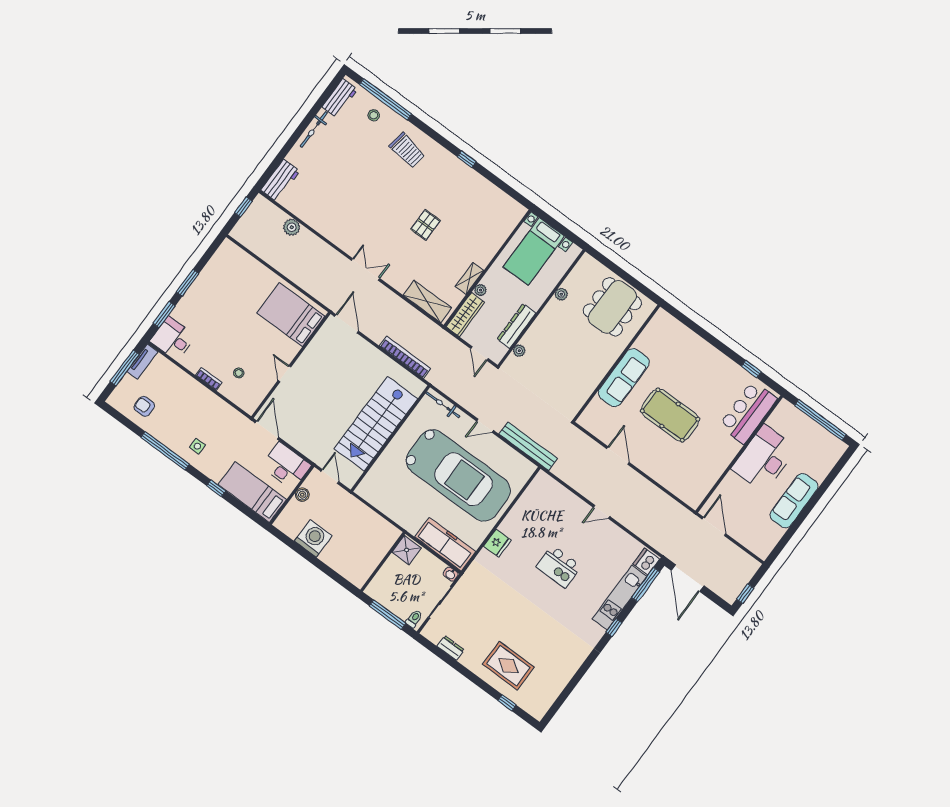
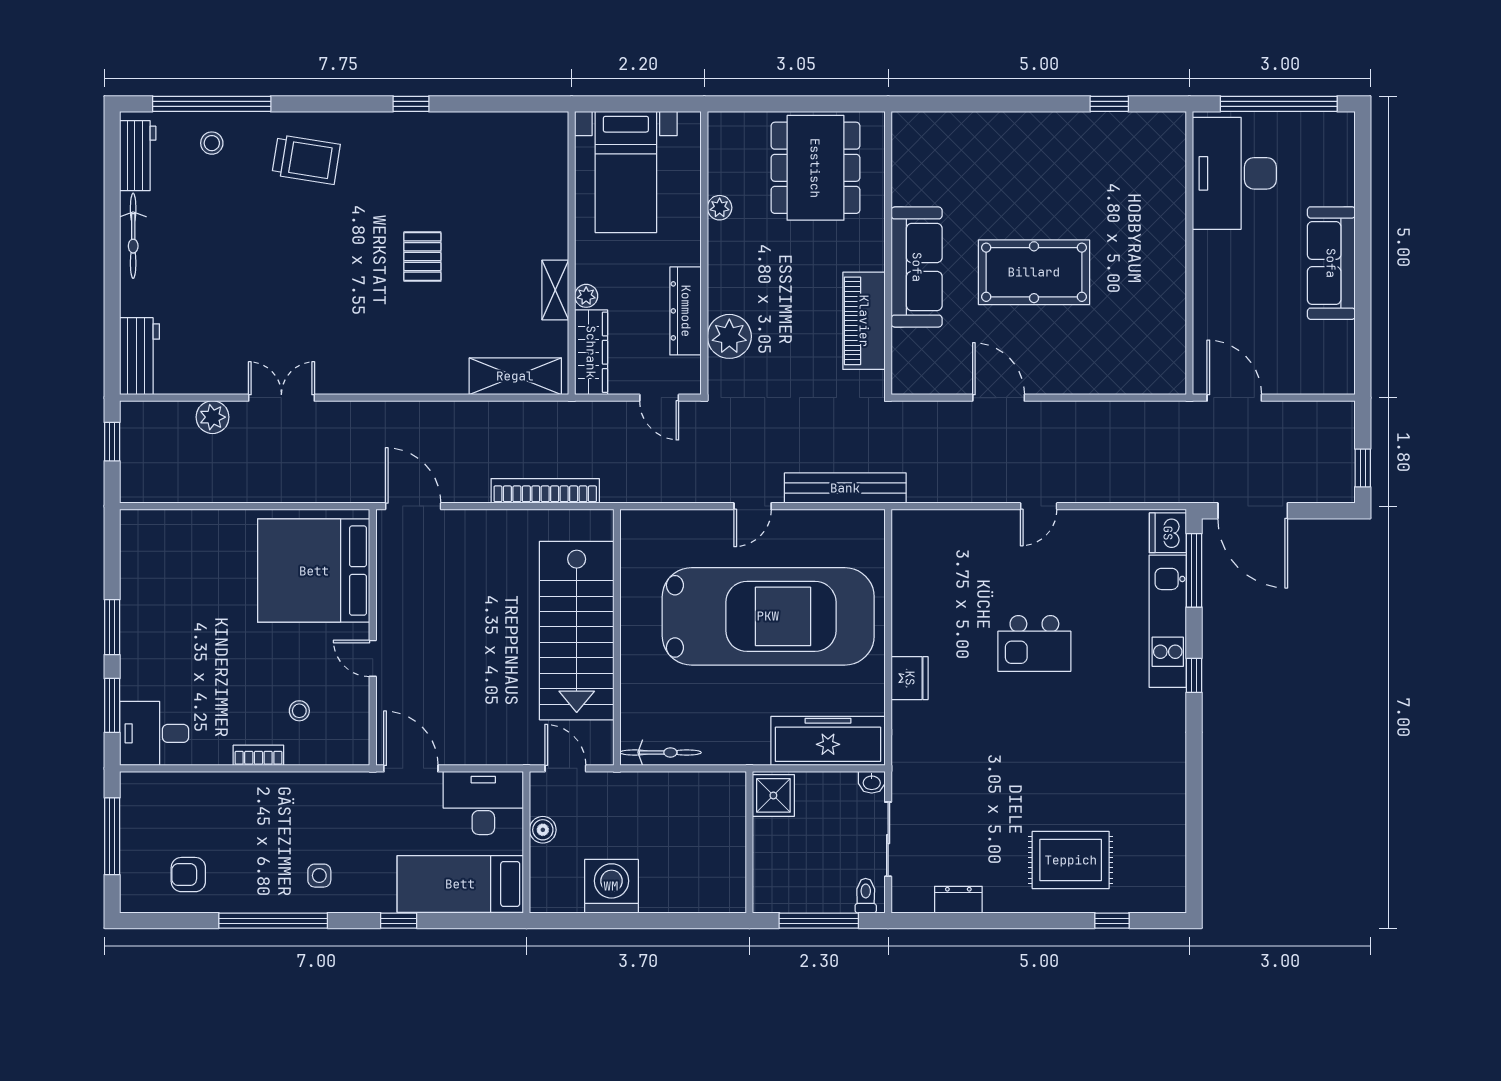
double door: (365, 269) -> (281, 398), moved
bed: (291, 315) -> (314, 571), width x1.36
plant: (519, 351) -> (729, 336), width x1.88, depth x1.88
tv unit: (142, 362) -> (133, 806), removed
piano: (586, 384) -> (864, 321), added
bicycle: (443, 405) -> (661, 752), moved, turned 180
bar counter: (748, 412) -> (1155, 177), removed
desk: (764, 458) -> (1234, 173), moved

